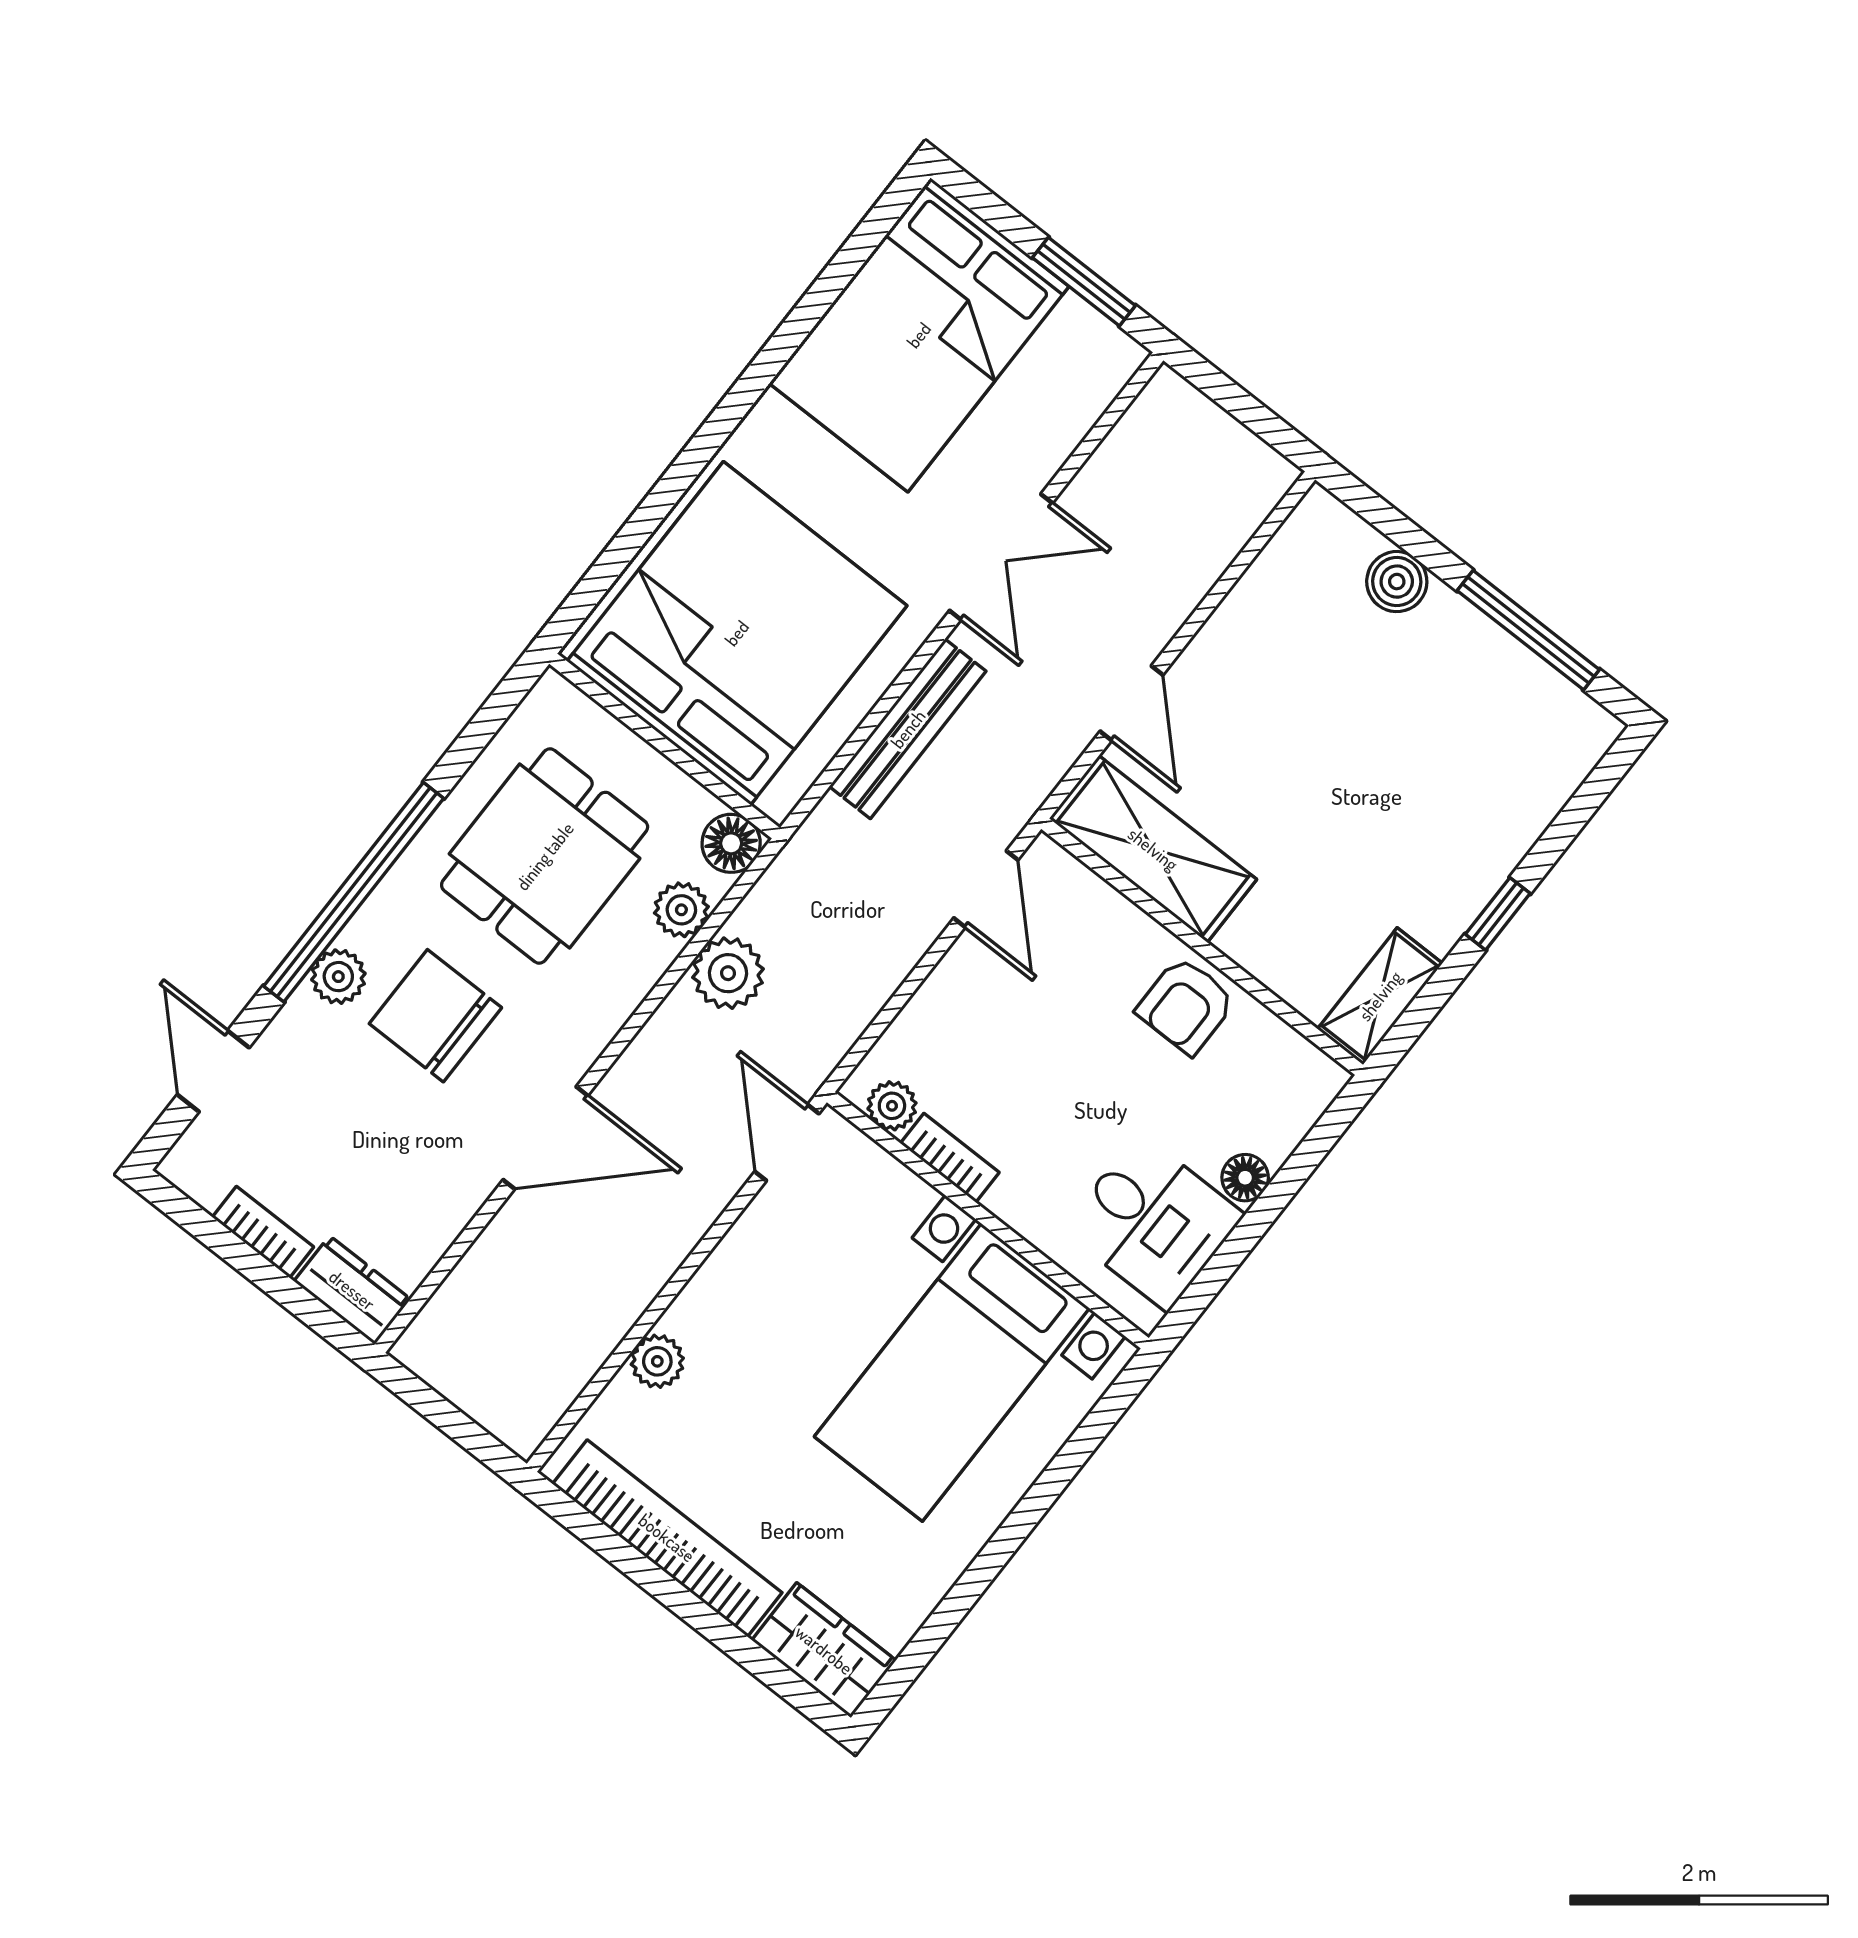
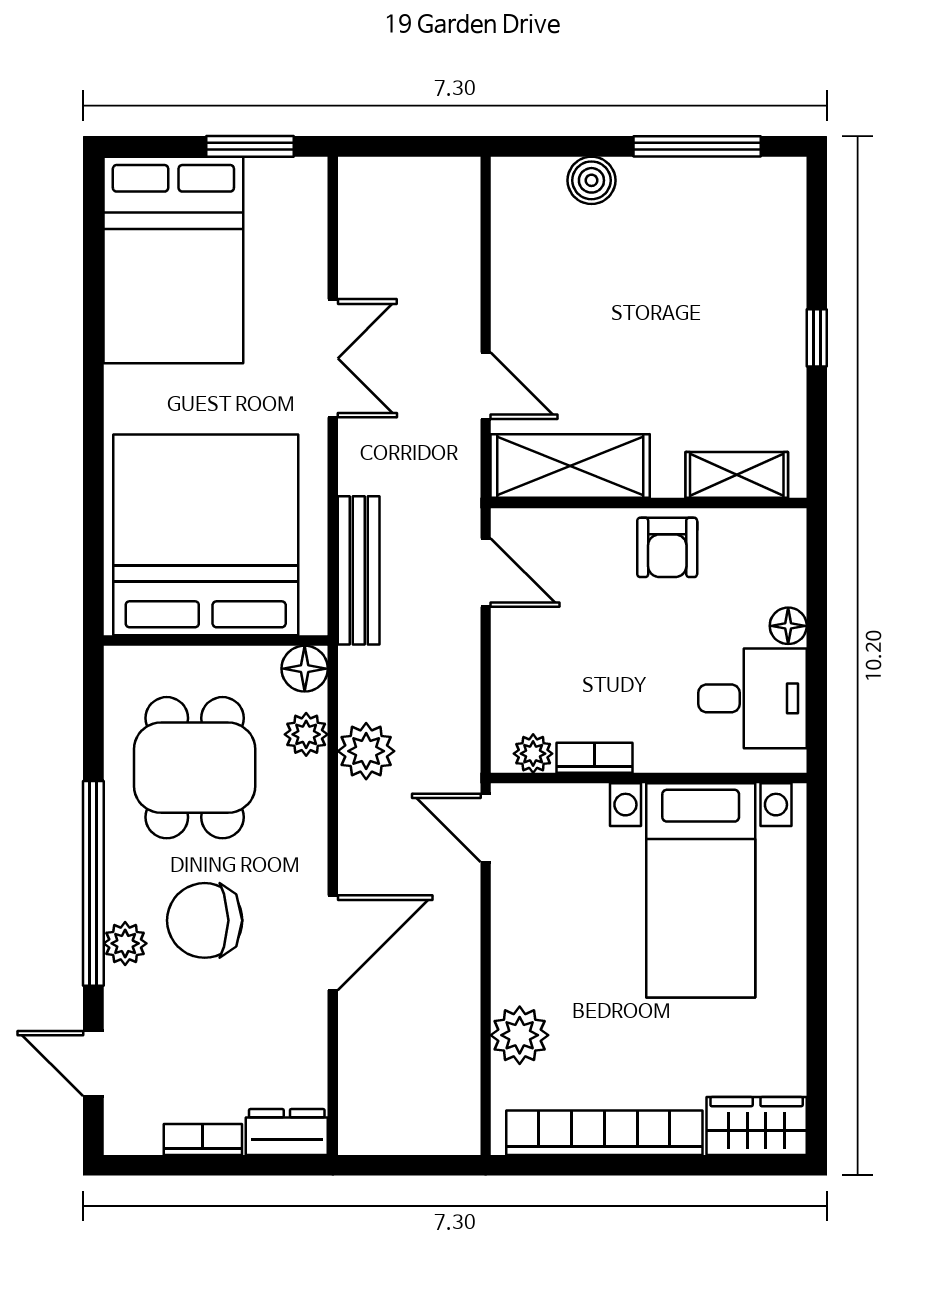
bench: (908, 729) -> (359, 570), moved
shelving: (1380, 996) -> (737, 475), moved, turned 90
plant: (657, 1361) -> (520, 1035), width x1.38, depth x1.38

